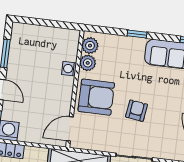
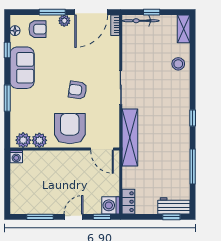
window: (137, 34) -> (7, 98), width x1.50
washing machine: (69, 69) -> (16, 157), moved

